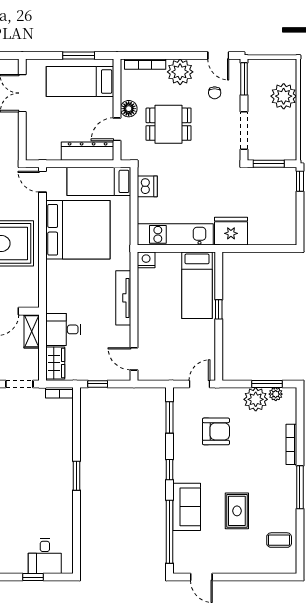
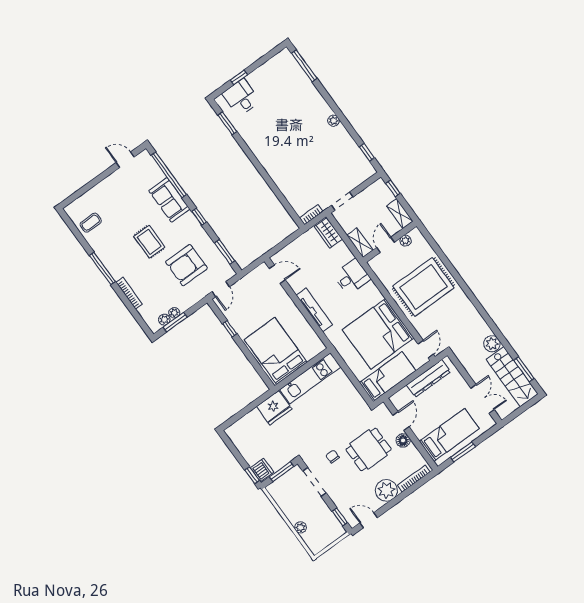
window: (244, 79) -> (340, 517), width x0.67
chair: (215, 93) -> (333, 457), moved
plant: (284, 96) -> (300, 527), width x0.53, depth x0.53
dresser: (88, 151) -> (429, 378), moved
door: (43, 182) -> (426, 349), hinge flipped
dishwasher: (147, 186) -> (262, 470), moved, turned 180
nightstand: (146, 260) -> (317, 347), removed
bed: (197, 285) -> (276, 351), width x1.50
window: (219, 309) -> (230, 329), moved
desk: (63, 329) -> (352, 277), moved
window: (98, 384) -> (290, 239), removed
plant: (256, 399) -> (174, 313), width x0.53, depth x0.53
armchair: (216, 431) -> (186, 265), width x1.36, depth x1.36
window: (76, 476) -> (227, 123), moved
rug: (237, 511) -> (149, 242), moved

